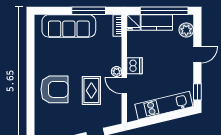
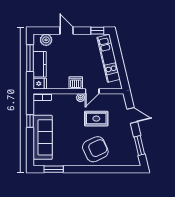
window: (89, 11) -> (30, 121), width x0.46
window: (164, 11) -> (30, 58), width x0.68
window: (30, 39) -> (54, 169), added
armchair: (54, 89) -> (95, 149), turned 65

